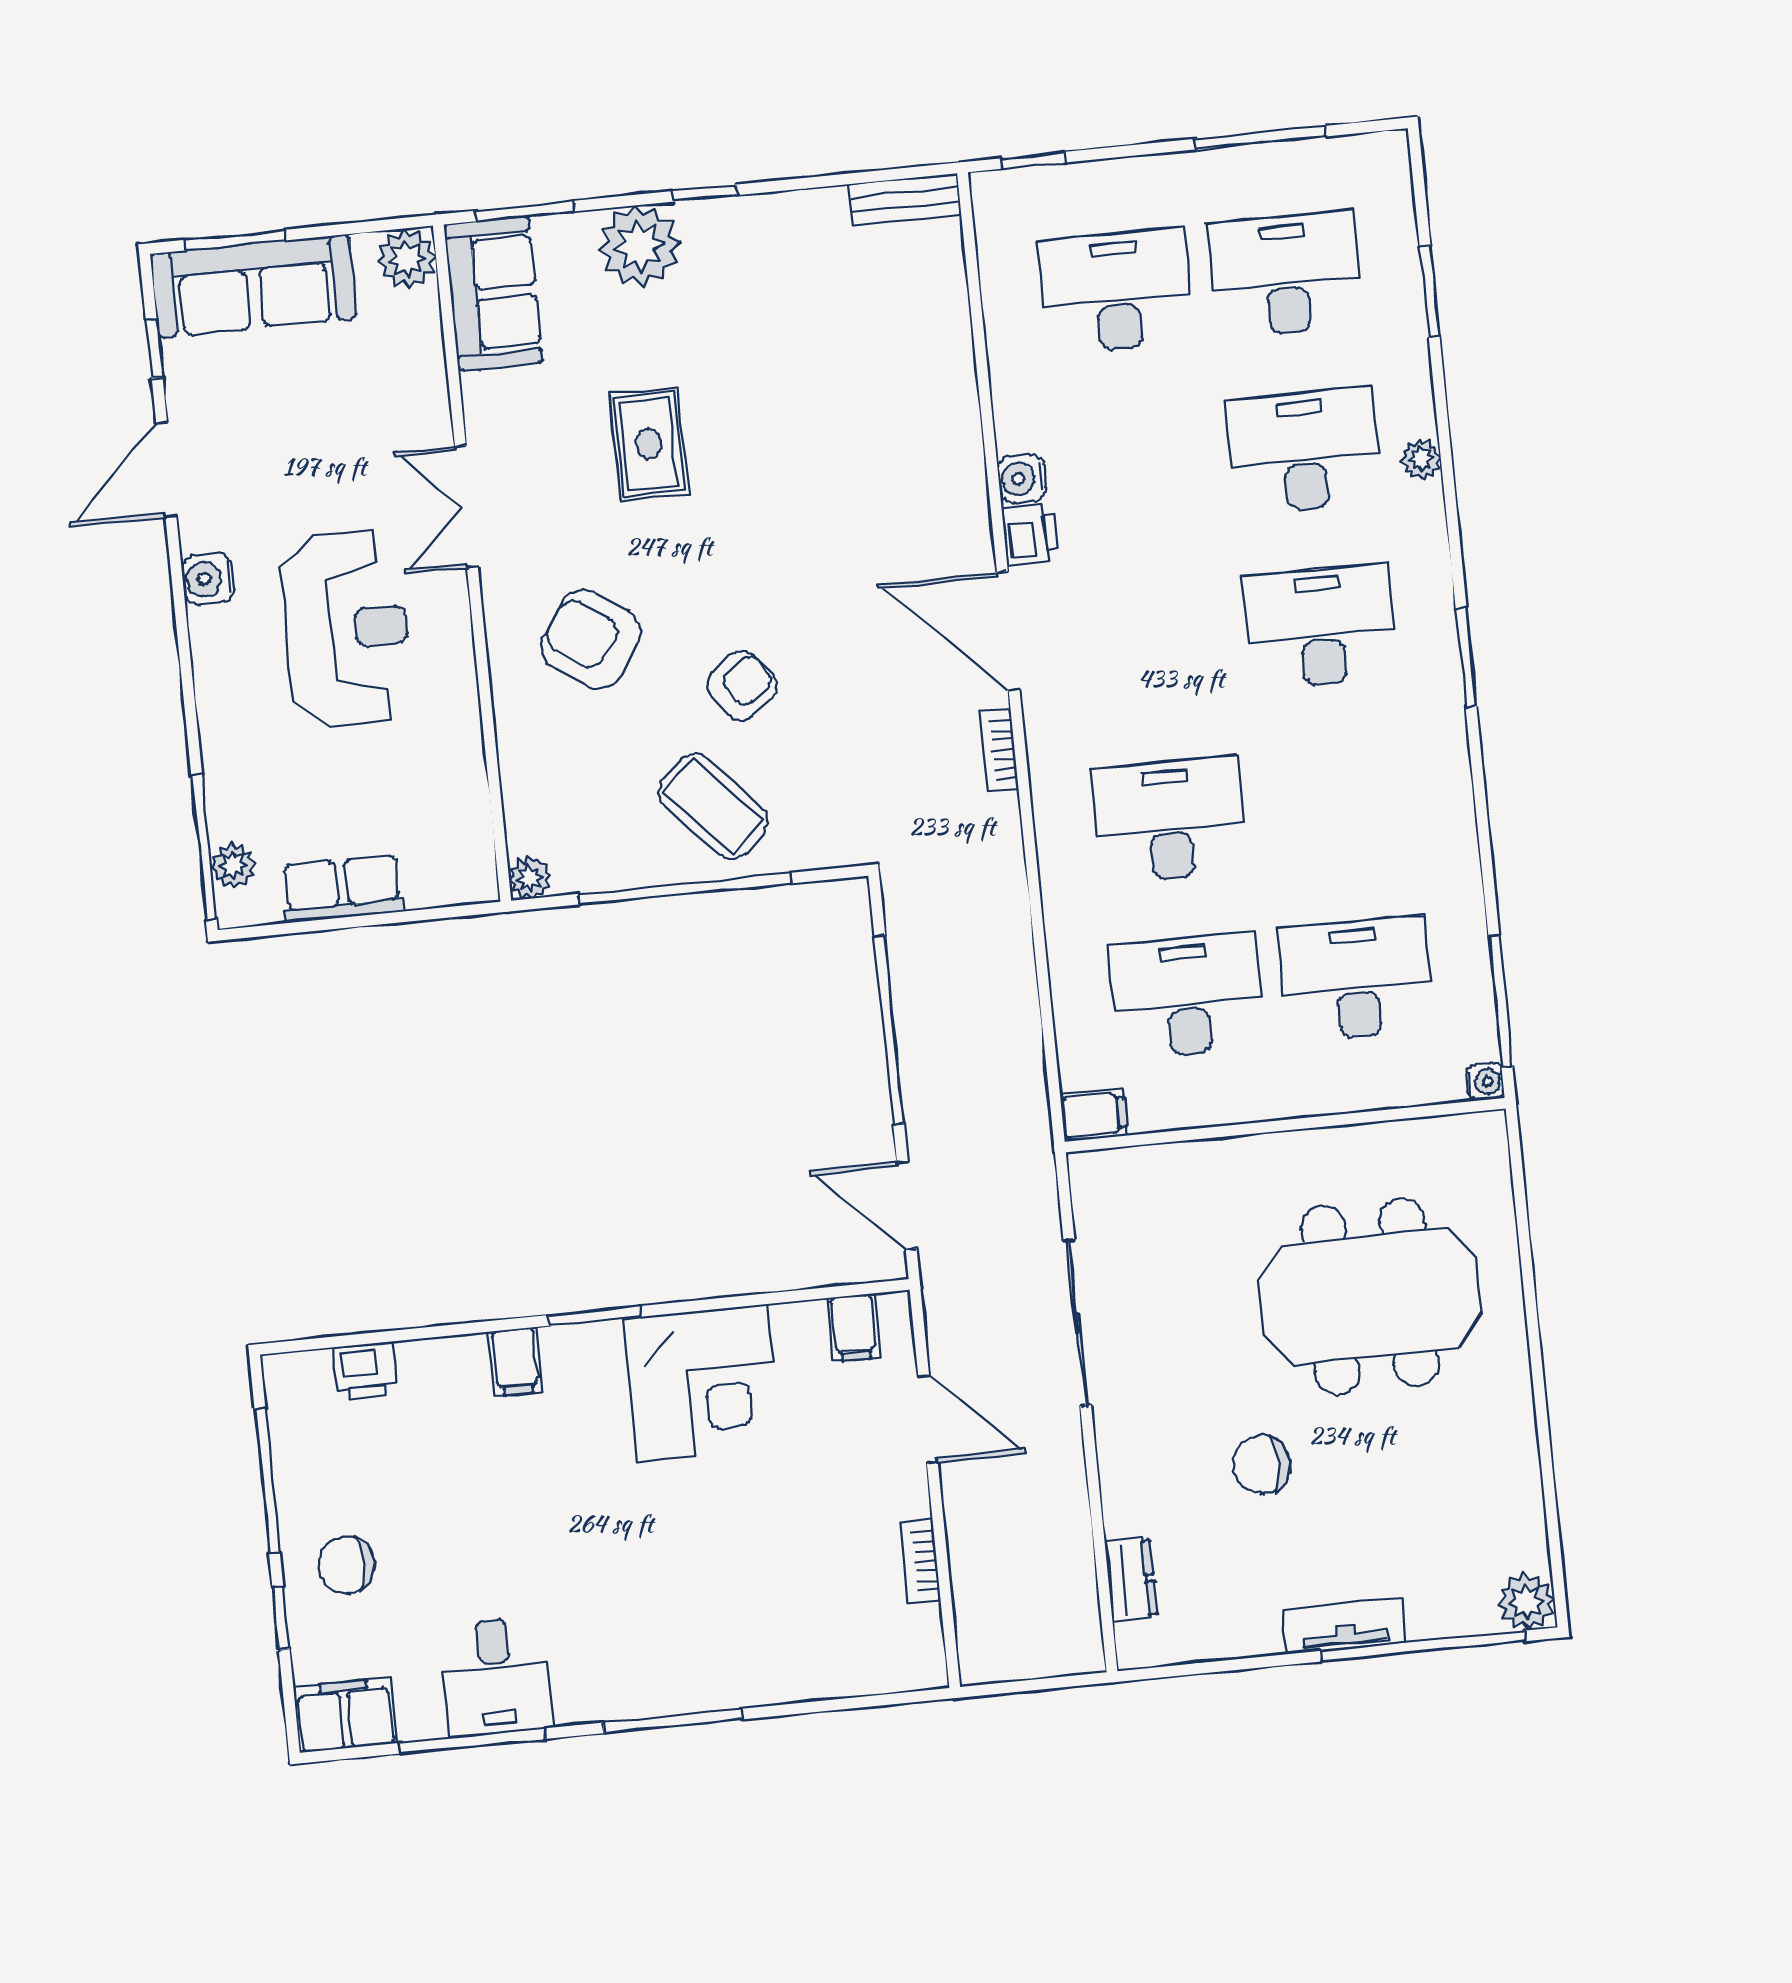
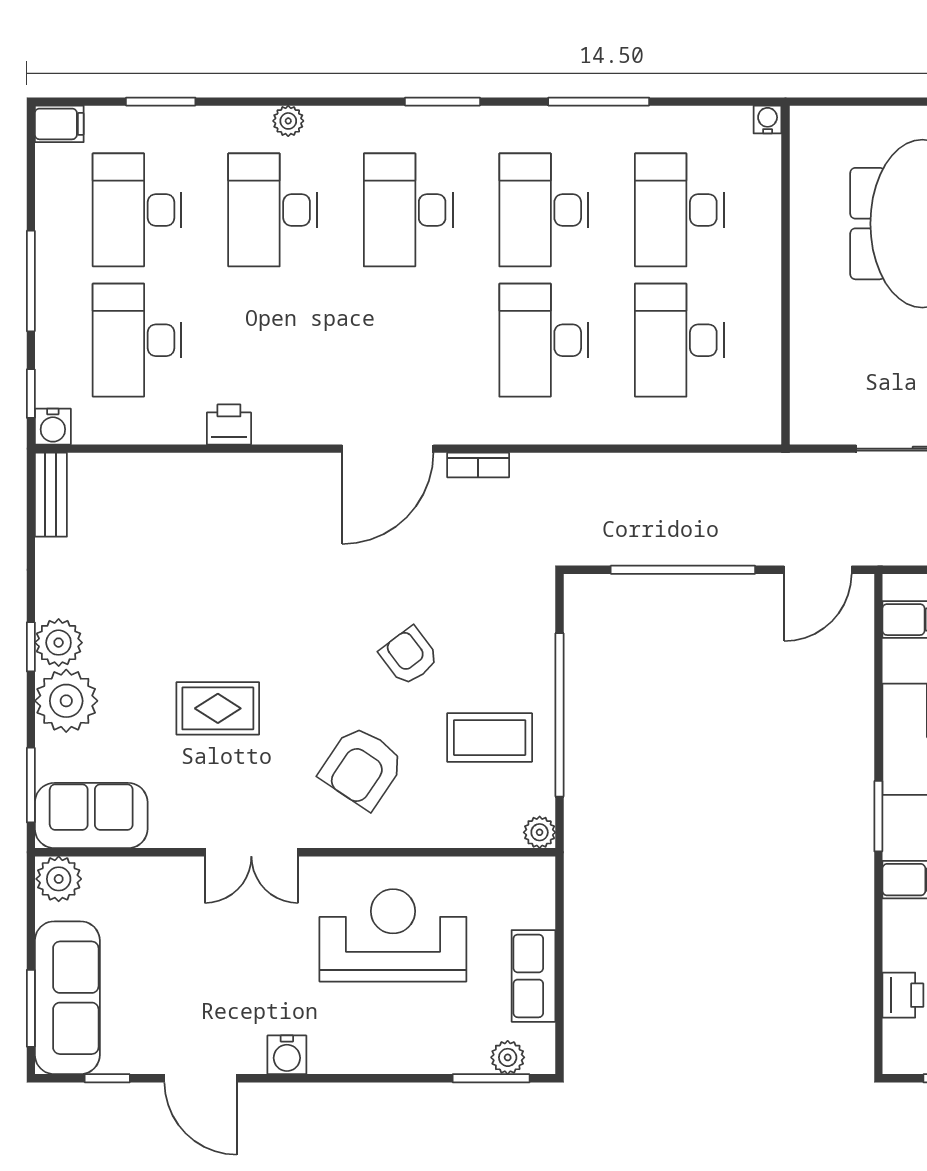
window: (1260, 138) -> (31, 281), moved
plant: (714, 229) -> (59, 643), added
water cooler: (1022, 478) -> (53, 427), moved
printer: (1030, 534) -> (229, 425), moved
reception desk: (346, 629) -> (393, 935), moved
desk: (1338, 803) -> (544, 210), added
coffee table: (713, 806) -> (490, 738), moved, turned 43
window: (204, 847) -> (491, 1078), width x0.69
window: (1500, 1001) -> (599, 102), moved
filing cabinet: (1094, 1115) -> (59, 124), moved, turned 90

